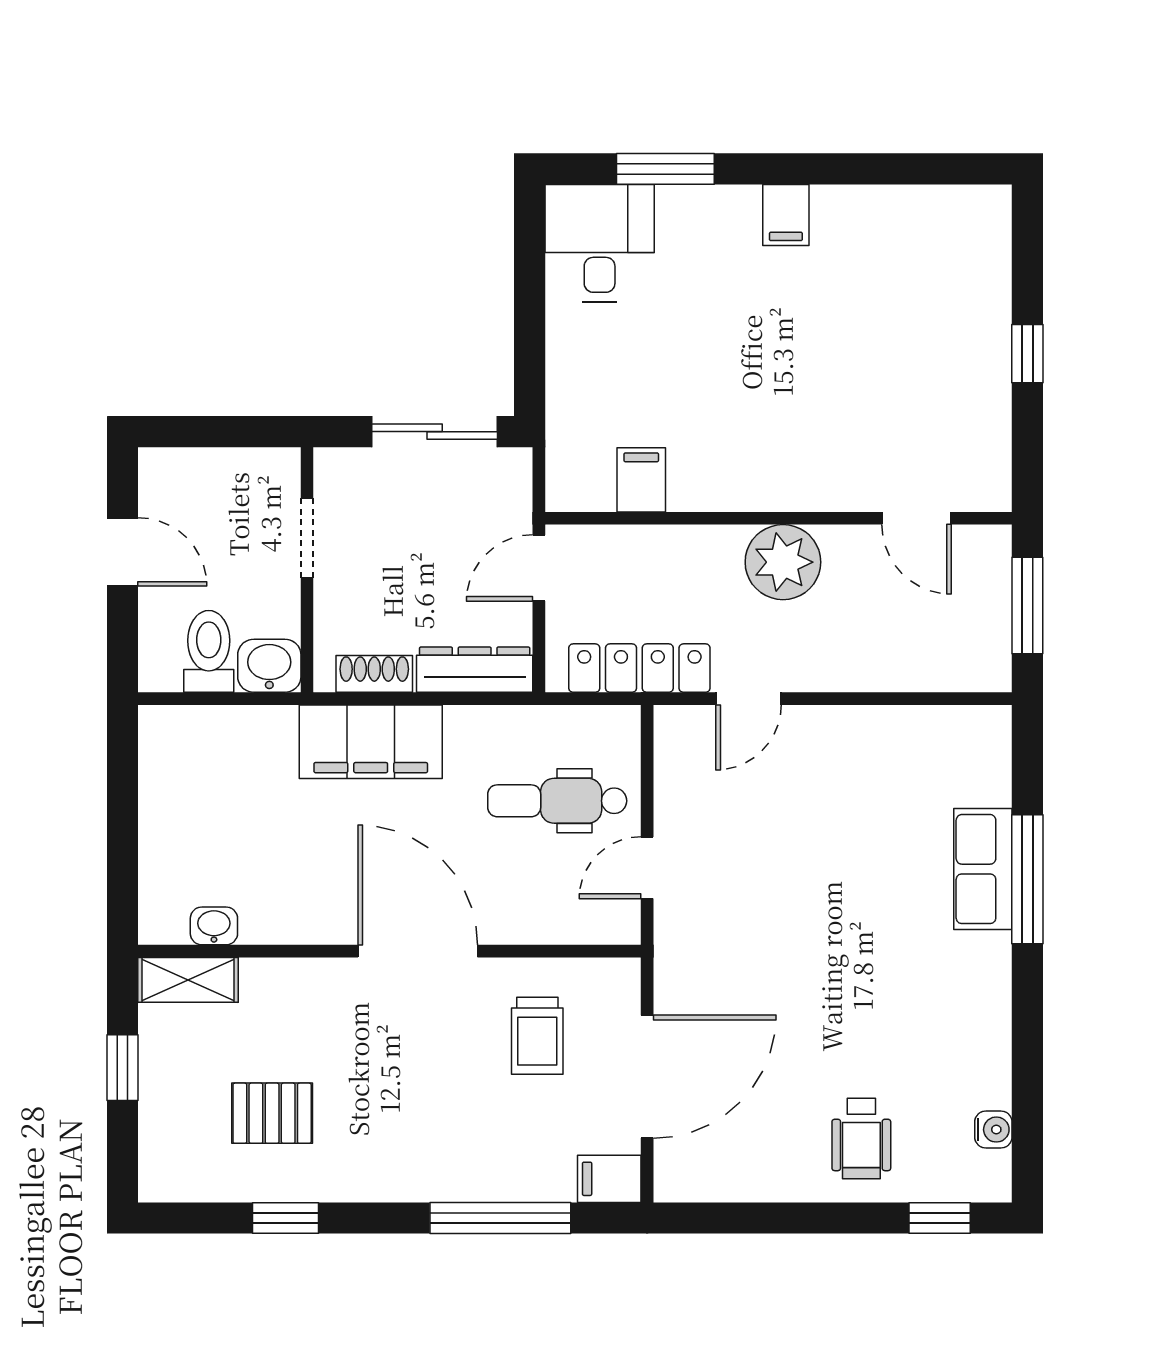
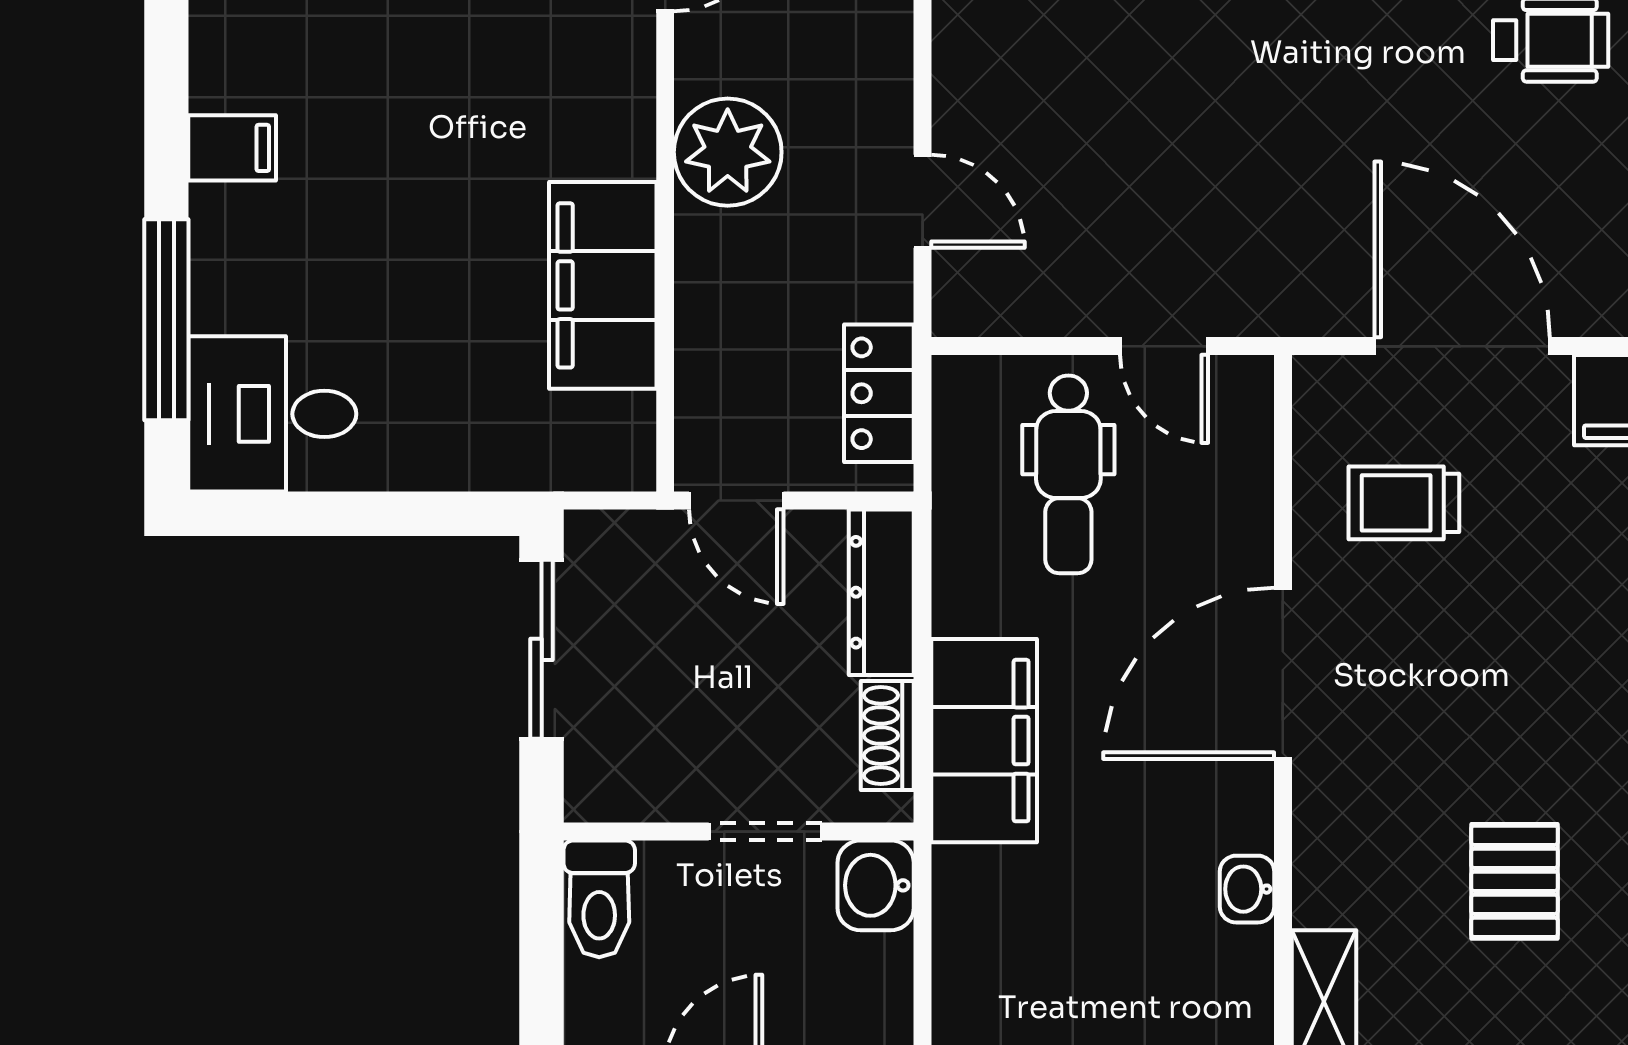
window: (665, 169) -> (166, 320), width x1.44
filing cabinet: (641, 480) -> (603, 285), width x3.00, depth x1.17
doorway: (307, 538) -> (765, 832), moved
toilet: (209, 651) -> (599, 899), moved, turned -90
locker: (639, 668) -> (879, 393), width x0.66
washbasin: (214, 926) -> (1247, 889), moved
trolley: (537, 1036) -> (1404, 503), turned 180

